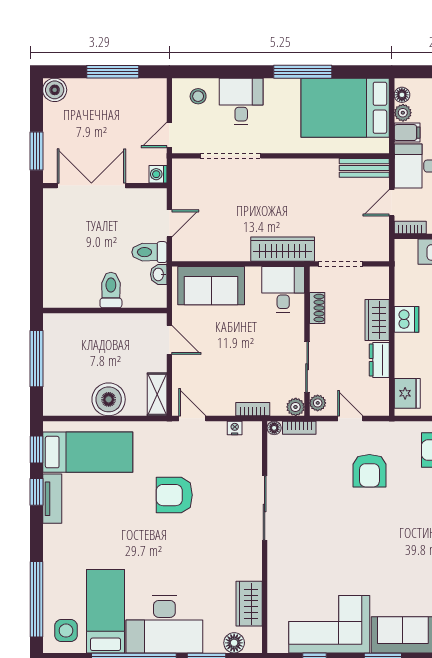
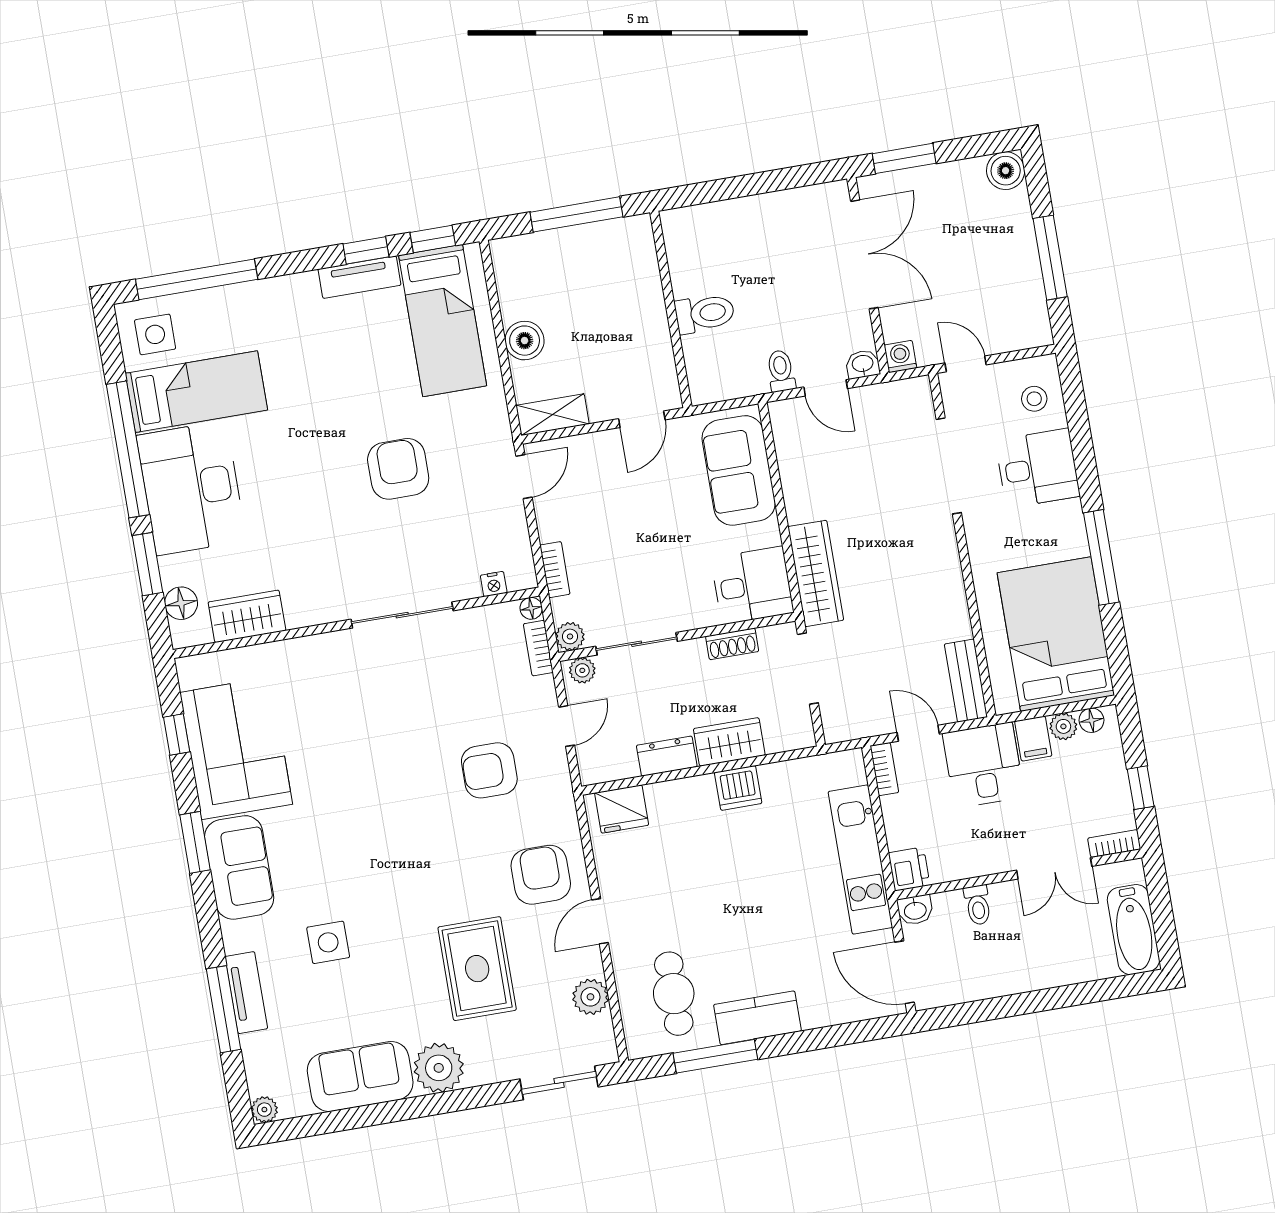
toilet: (149, 252) -> (781, 371), width x0.73, depth x0.72
washbasin: (159, 274) -> (863, 364), moved
boiler: (109, 399) -> (525, 341), width x0.73, depth x0.73
nightstand: (235, 428) -> (494, 584), moved, turned 90

